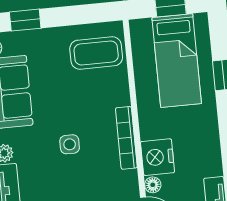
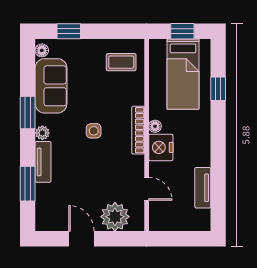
coffee table: (96, 53) -> (121, 62), width x0.73, depth x0.77
floor lamp: (153, 185) -> (155, 126), moved

